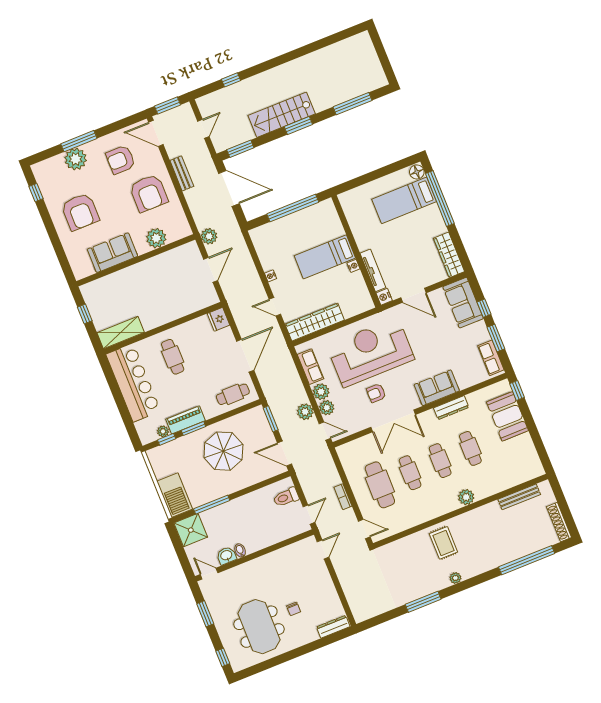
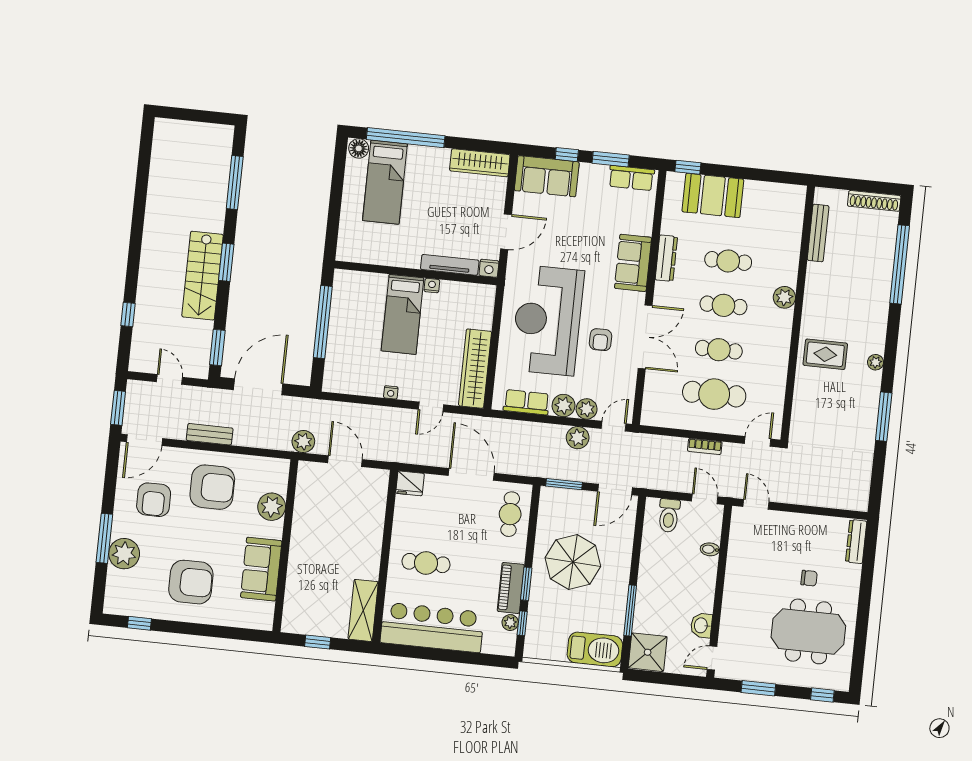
bidet: (240, 550) -> (710, 549), moved

